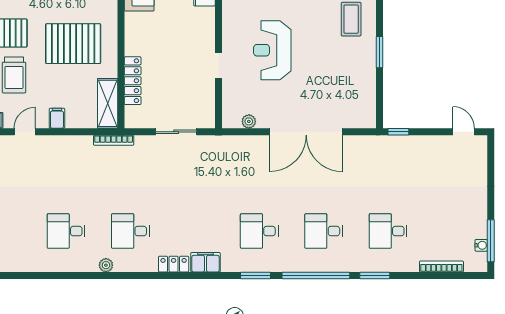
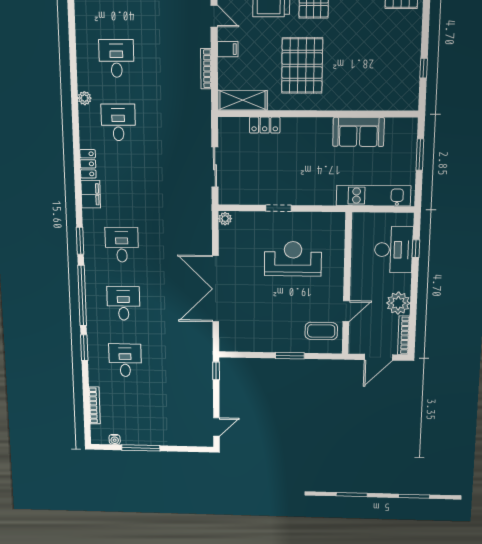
locker: (133, 81) -> (265, 125), width x0.66
plant: (249, 121) -> (225, 219), moved
bookcase: (114, 140) -> (206, 69), moved
window: (491, 241) -> (141, 448), moved

